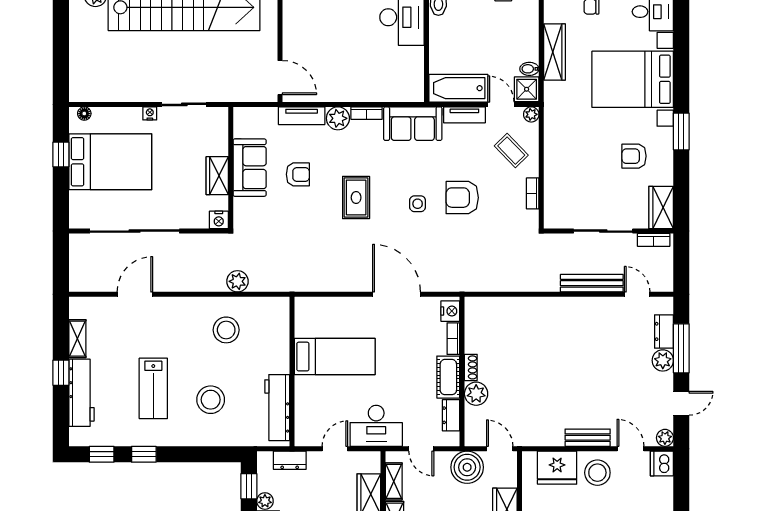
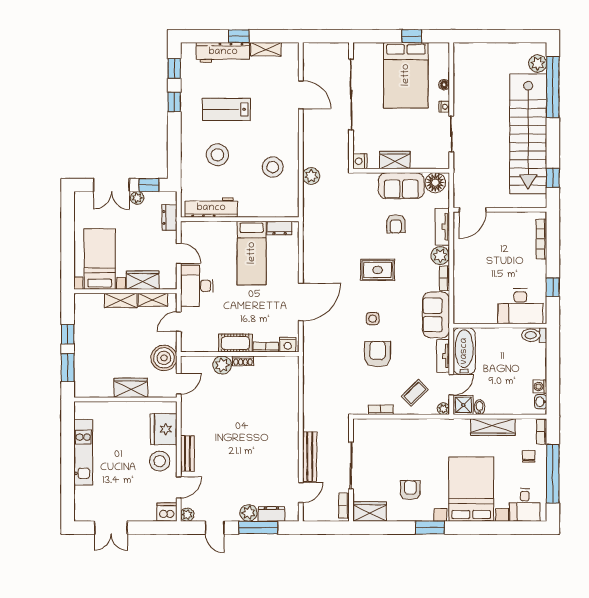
floor lamp: (84, 114) -> (444, 85), moved
floor lamp: (246, 125) -> (435, 183), added
dresser: (451, 415) -> (280, 228), moved, turned 180

